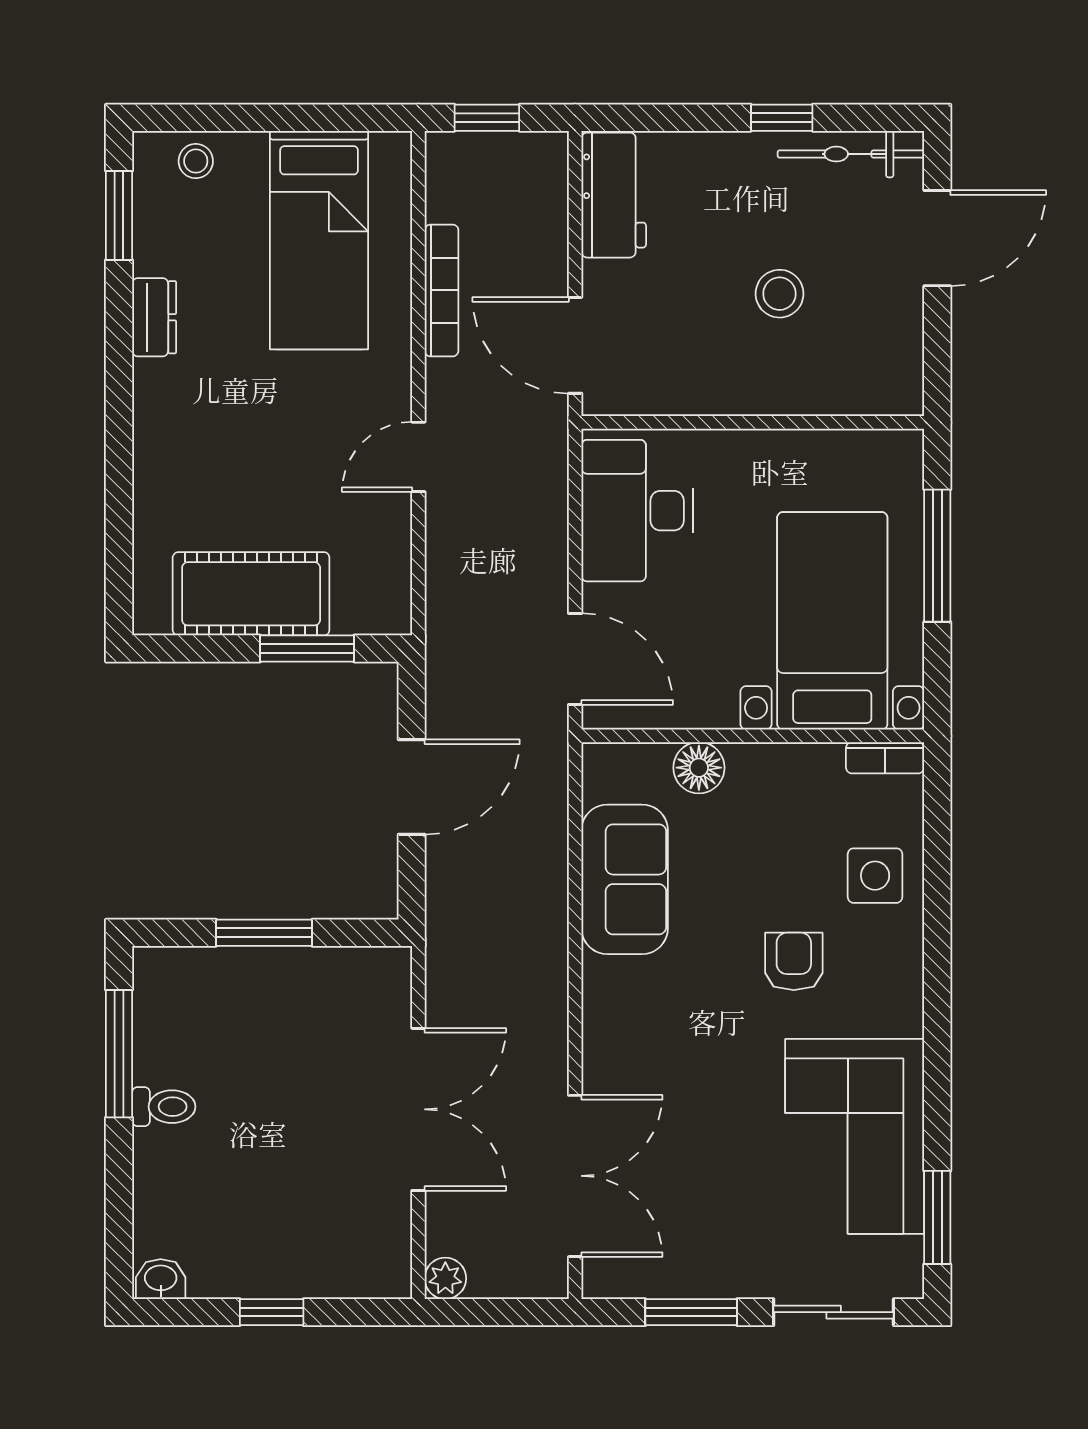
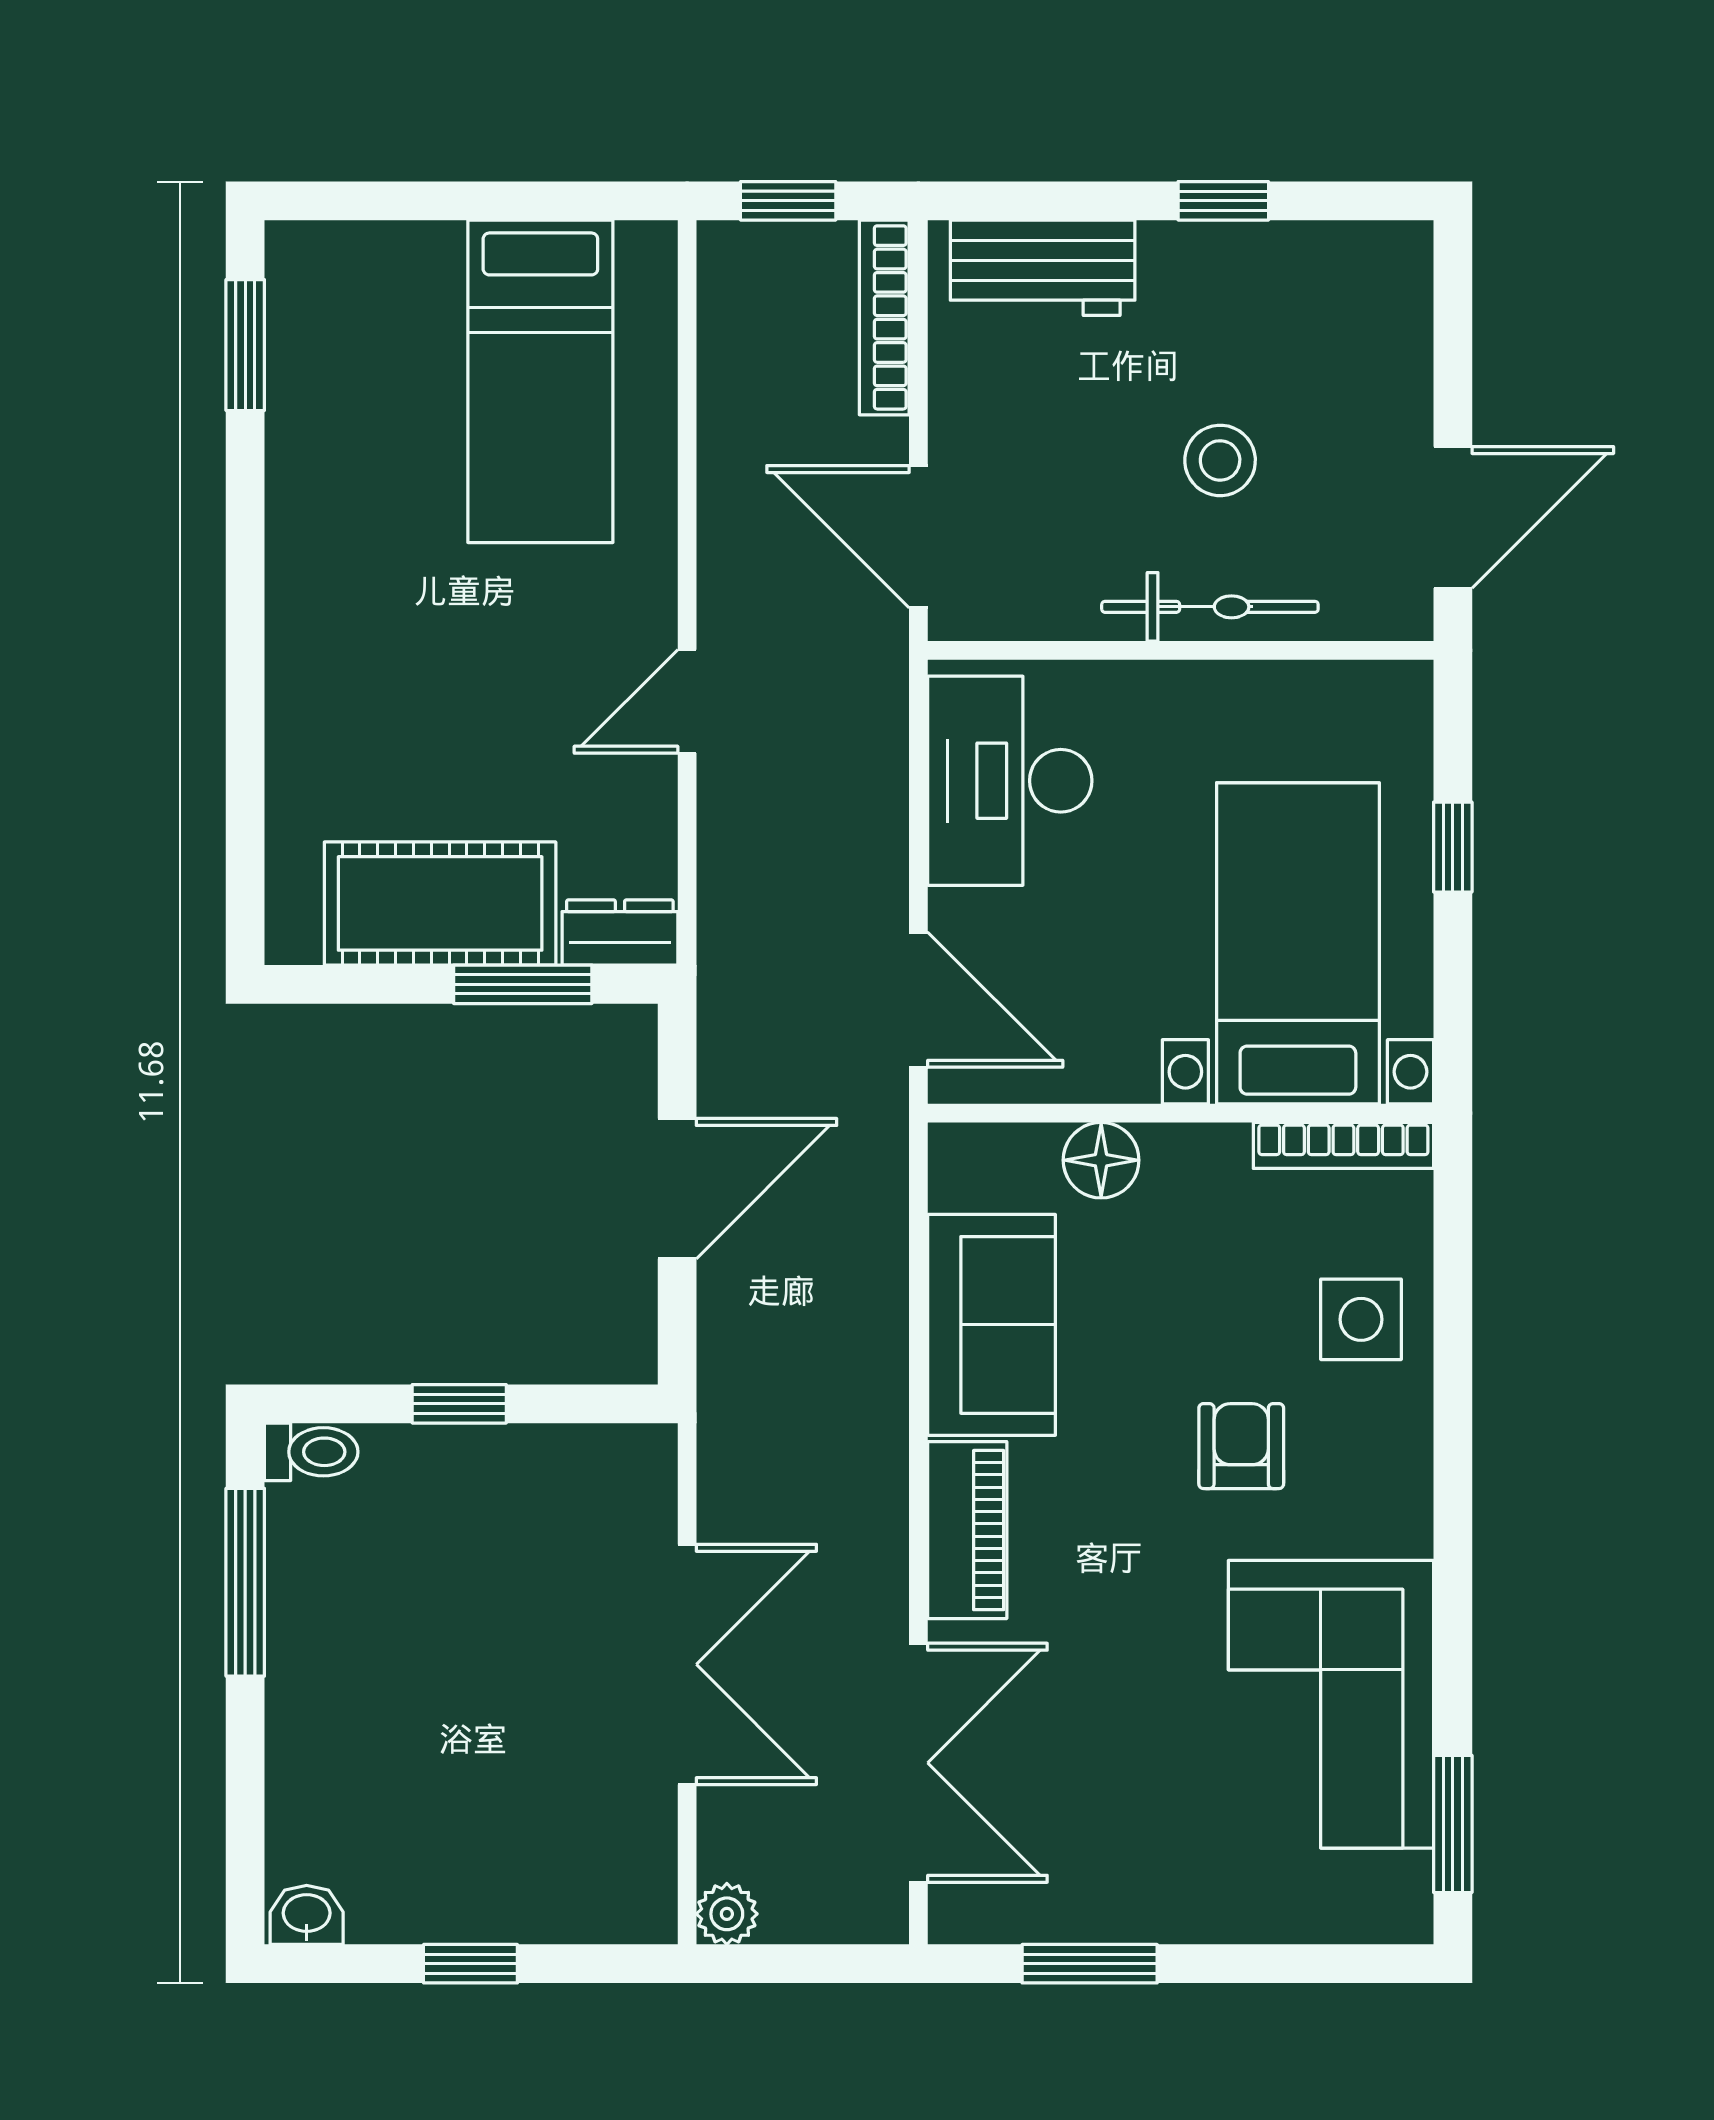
bicycle: (851, 154) -> (1210, 607), moved, turned 180
stool: (196, 161) -> (358, 265), removed
workbench: (614, 195) -> (1043, 268), moved, turned 90
door: (937, 238) -> (1453, 517), moved
bookcase: (442, 290) -> (884, 317), moved, turned 180
dresser: (154, 317) -> (620, 932), moved, turned -90
window: (937, 556) -> (1453, 847), width x0.46
bookcase: (885, 758) -> (1343, 1145), width x1.56
window: (264, 933) -> (459, 1404), width x0.67
piano: (608, 1018) -> (967, 1530), added
toilet: (164, 1107) -> (311, 1452), moved
sliding door: (834, 1312) -> (1300, 1964), removed

